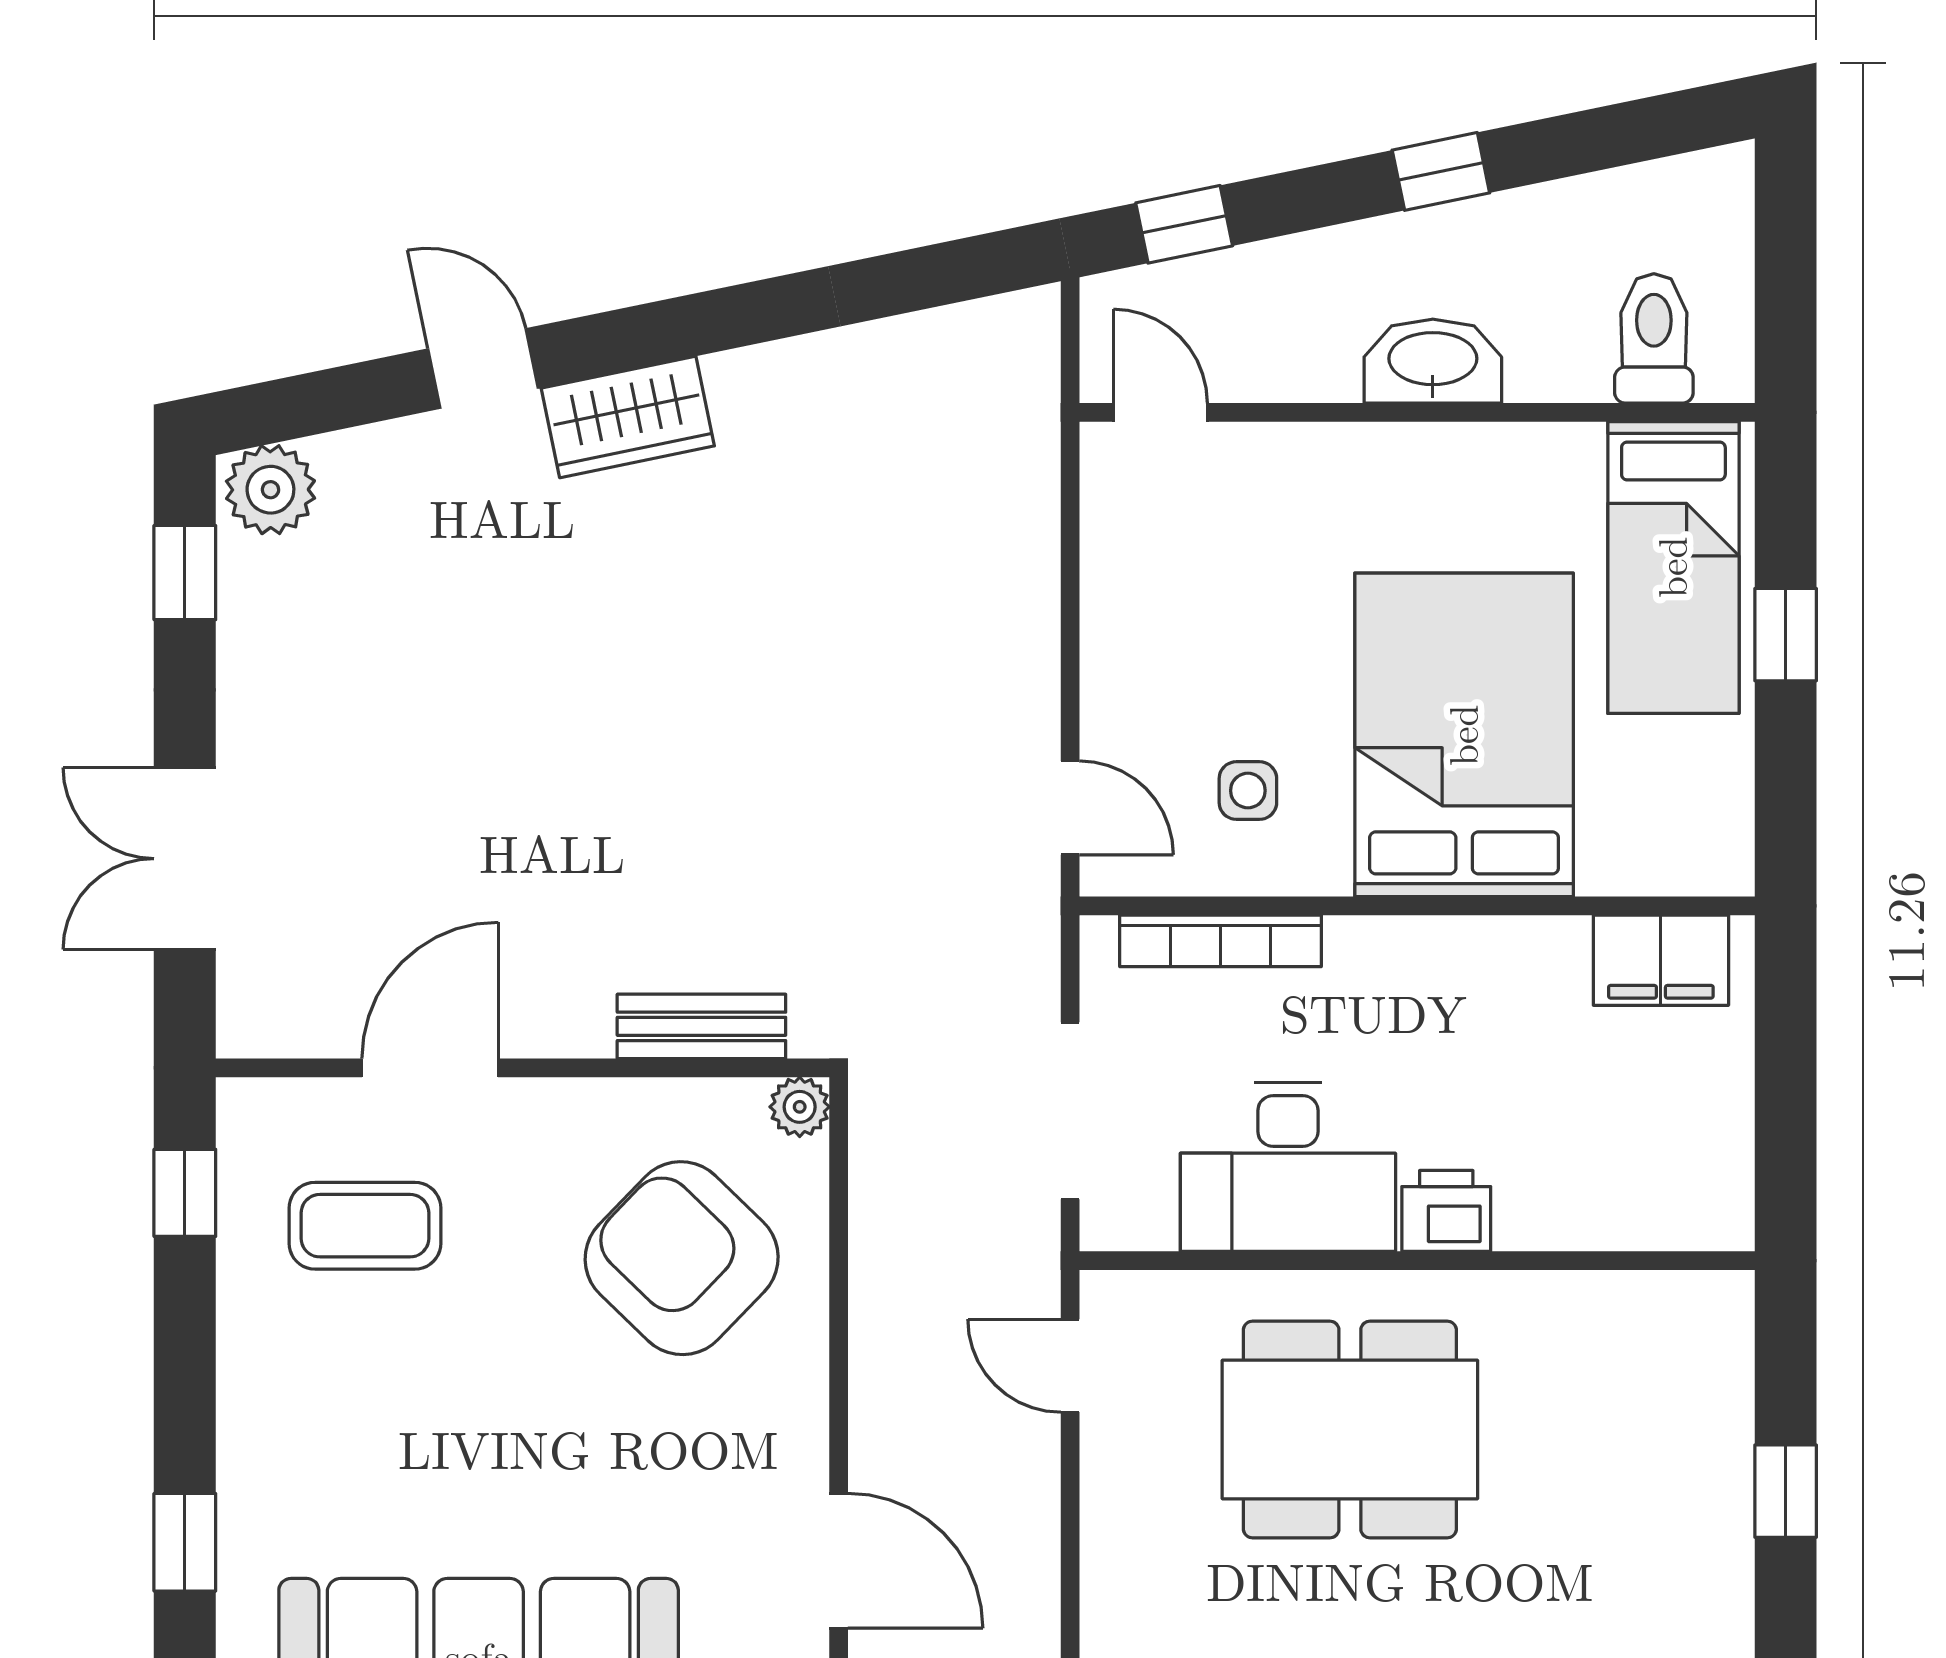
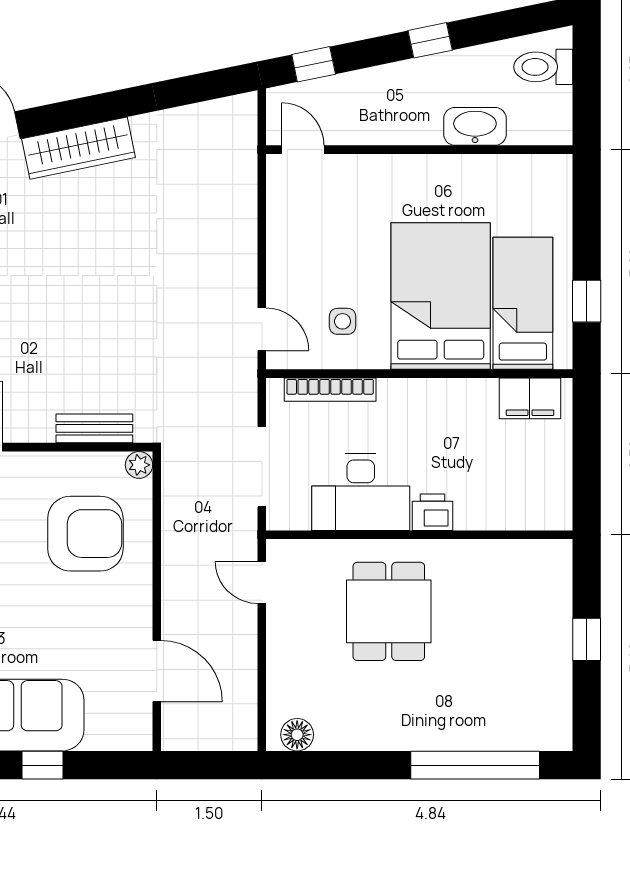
toilet: (1654, 338) -> (543, 67), moved, turned -90
washbasin: (1433, 361) -> (475, 126), moved
wardrobe: (628, 417) -> (79, 148), width x1.50
bed: (1673, 567) -> (523, 303), moved, turned 180
window: (1786, 635) -> (587, 301), moved
armchair: (682, 1258) -> (85, 534), turned 136
dining table: (1350, 1430) -> (389, 611), width x0.73

